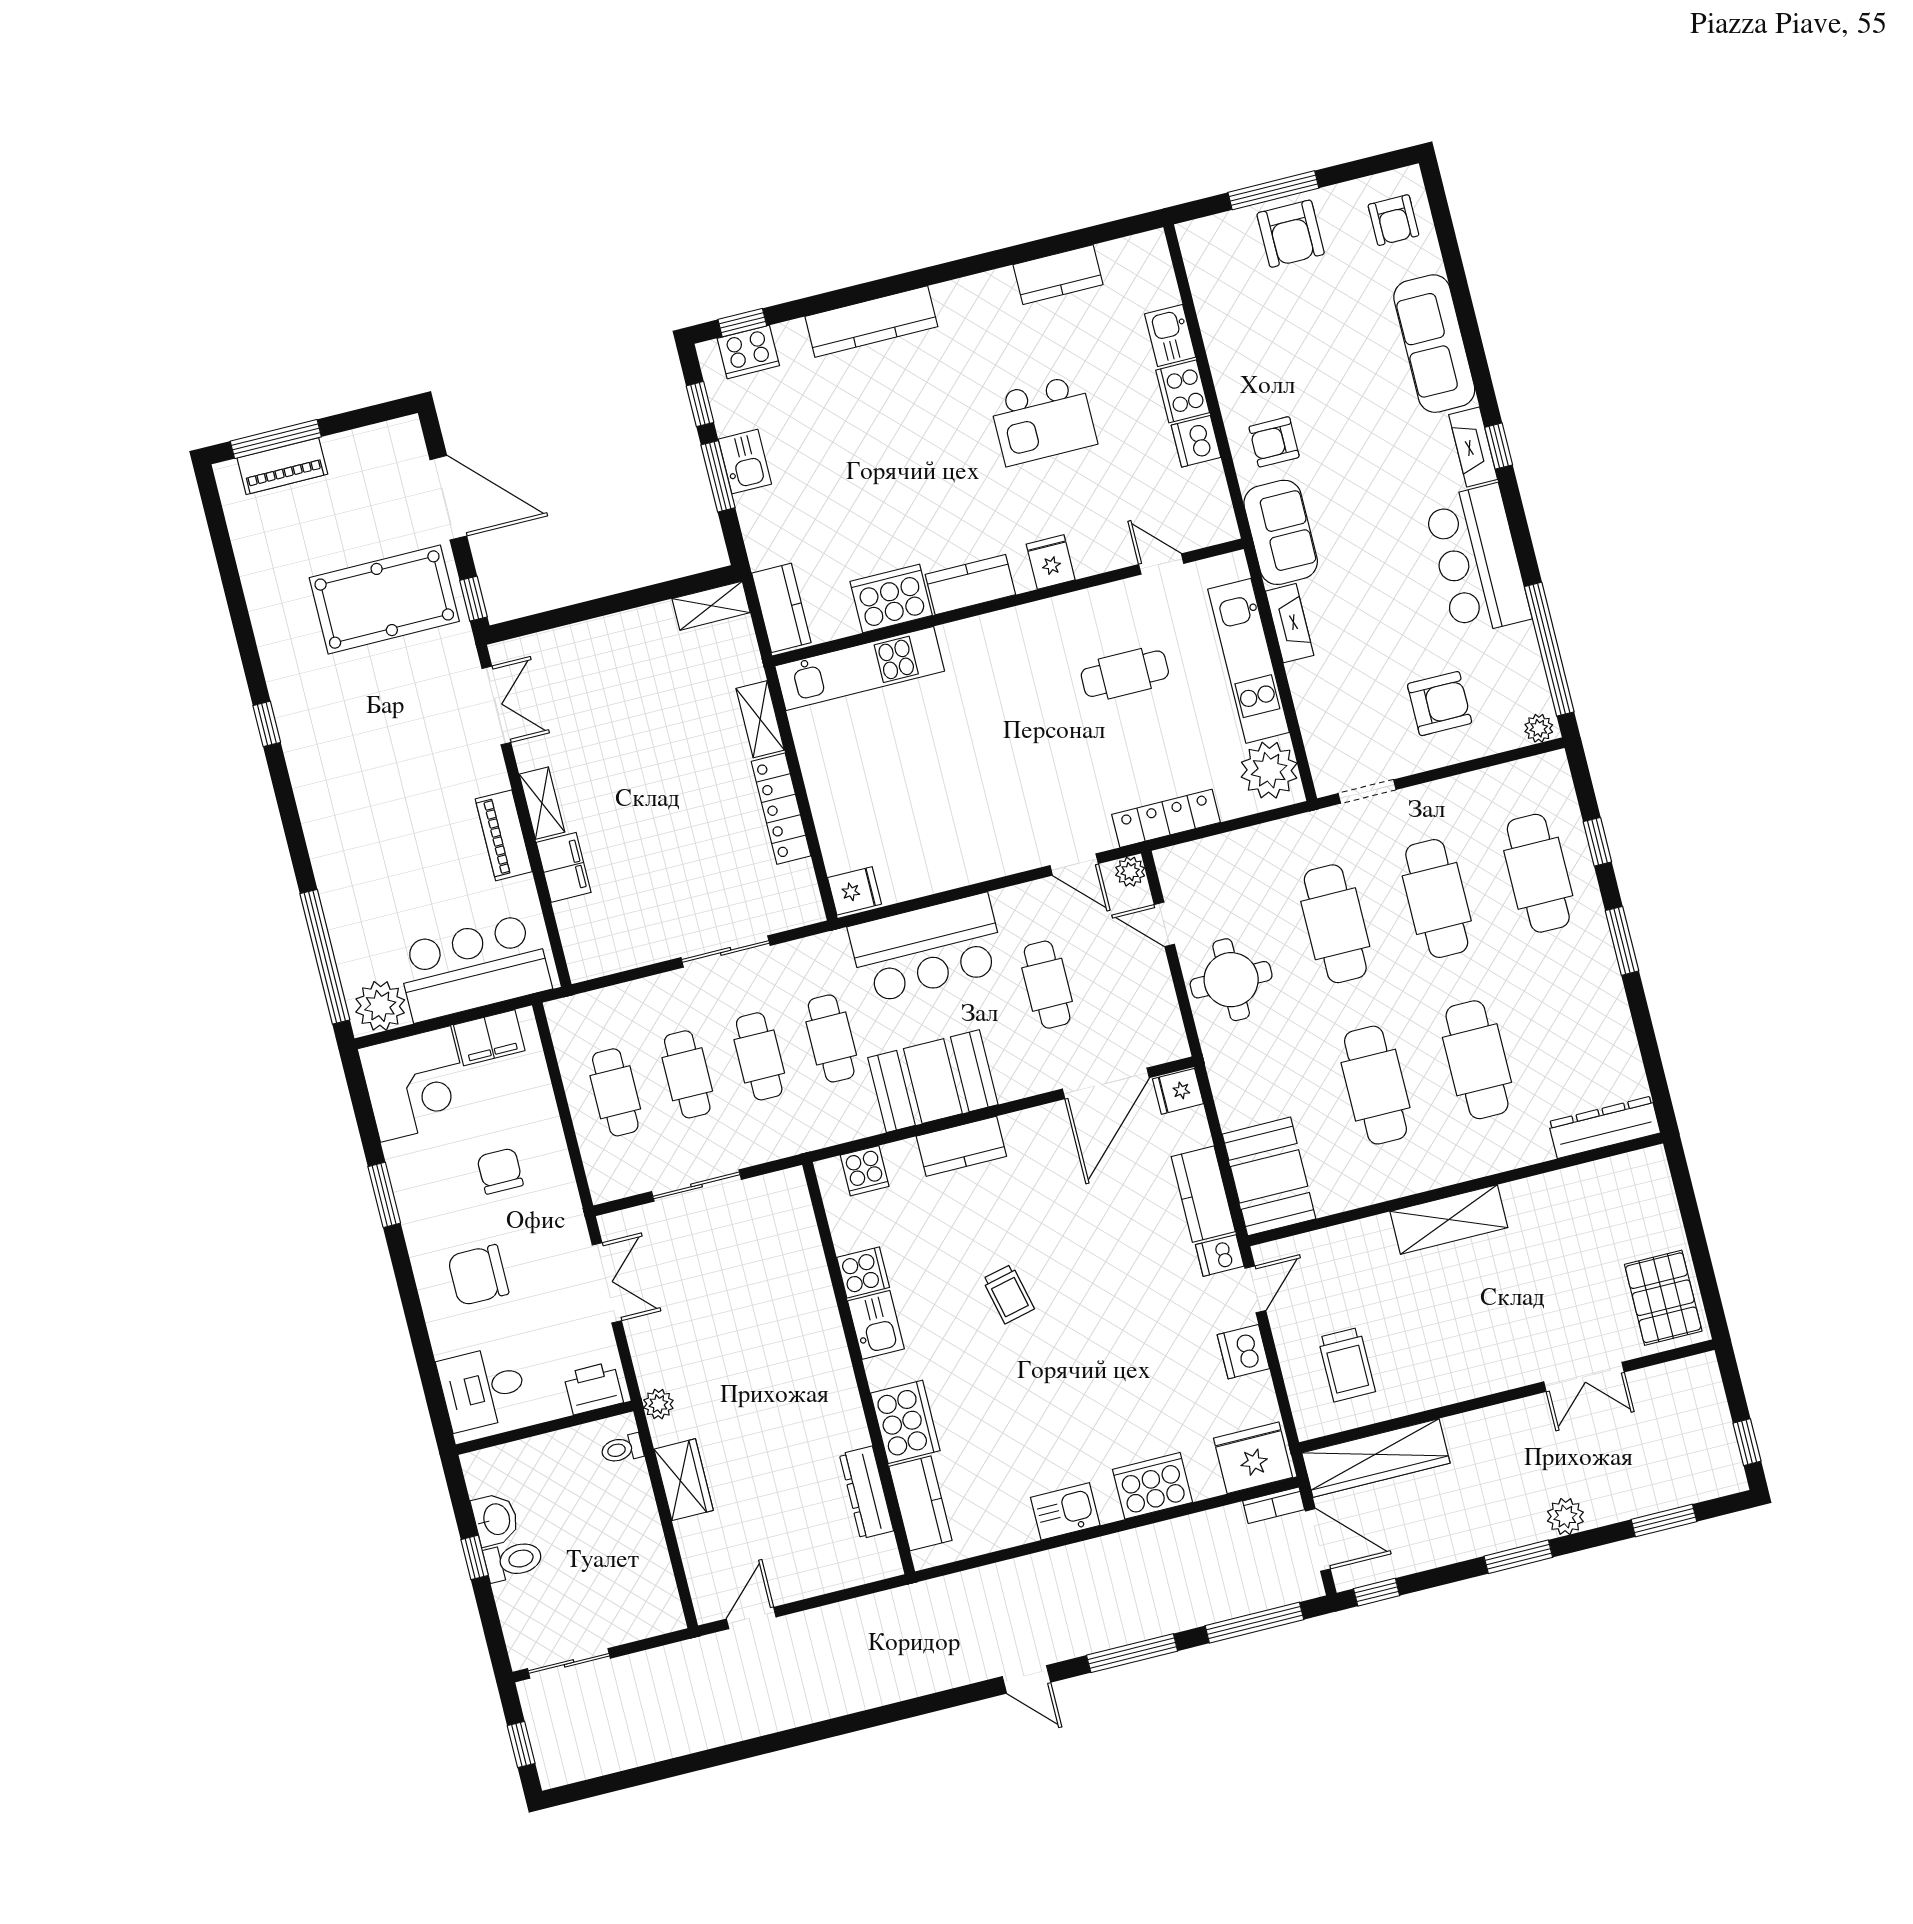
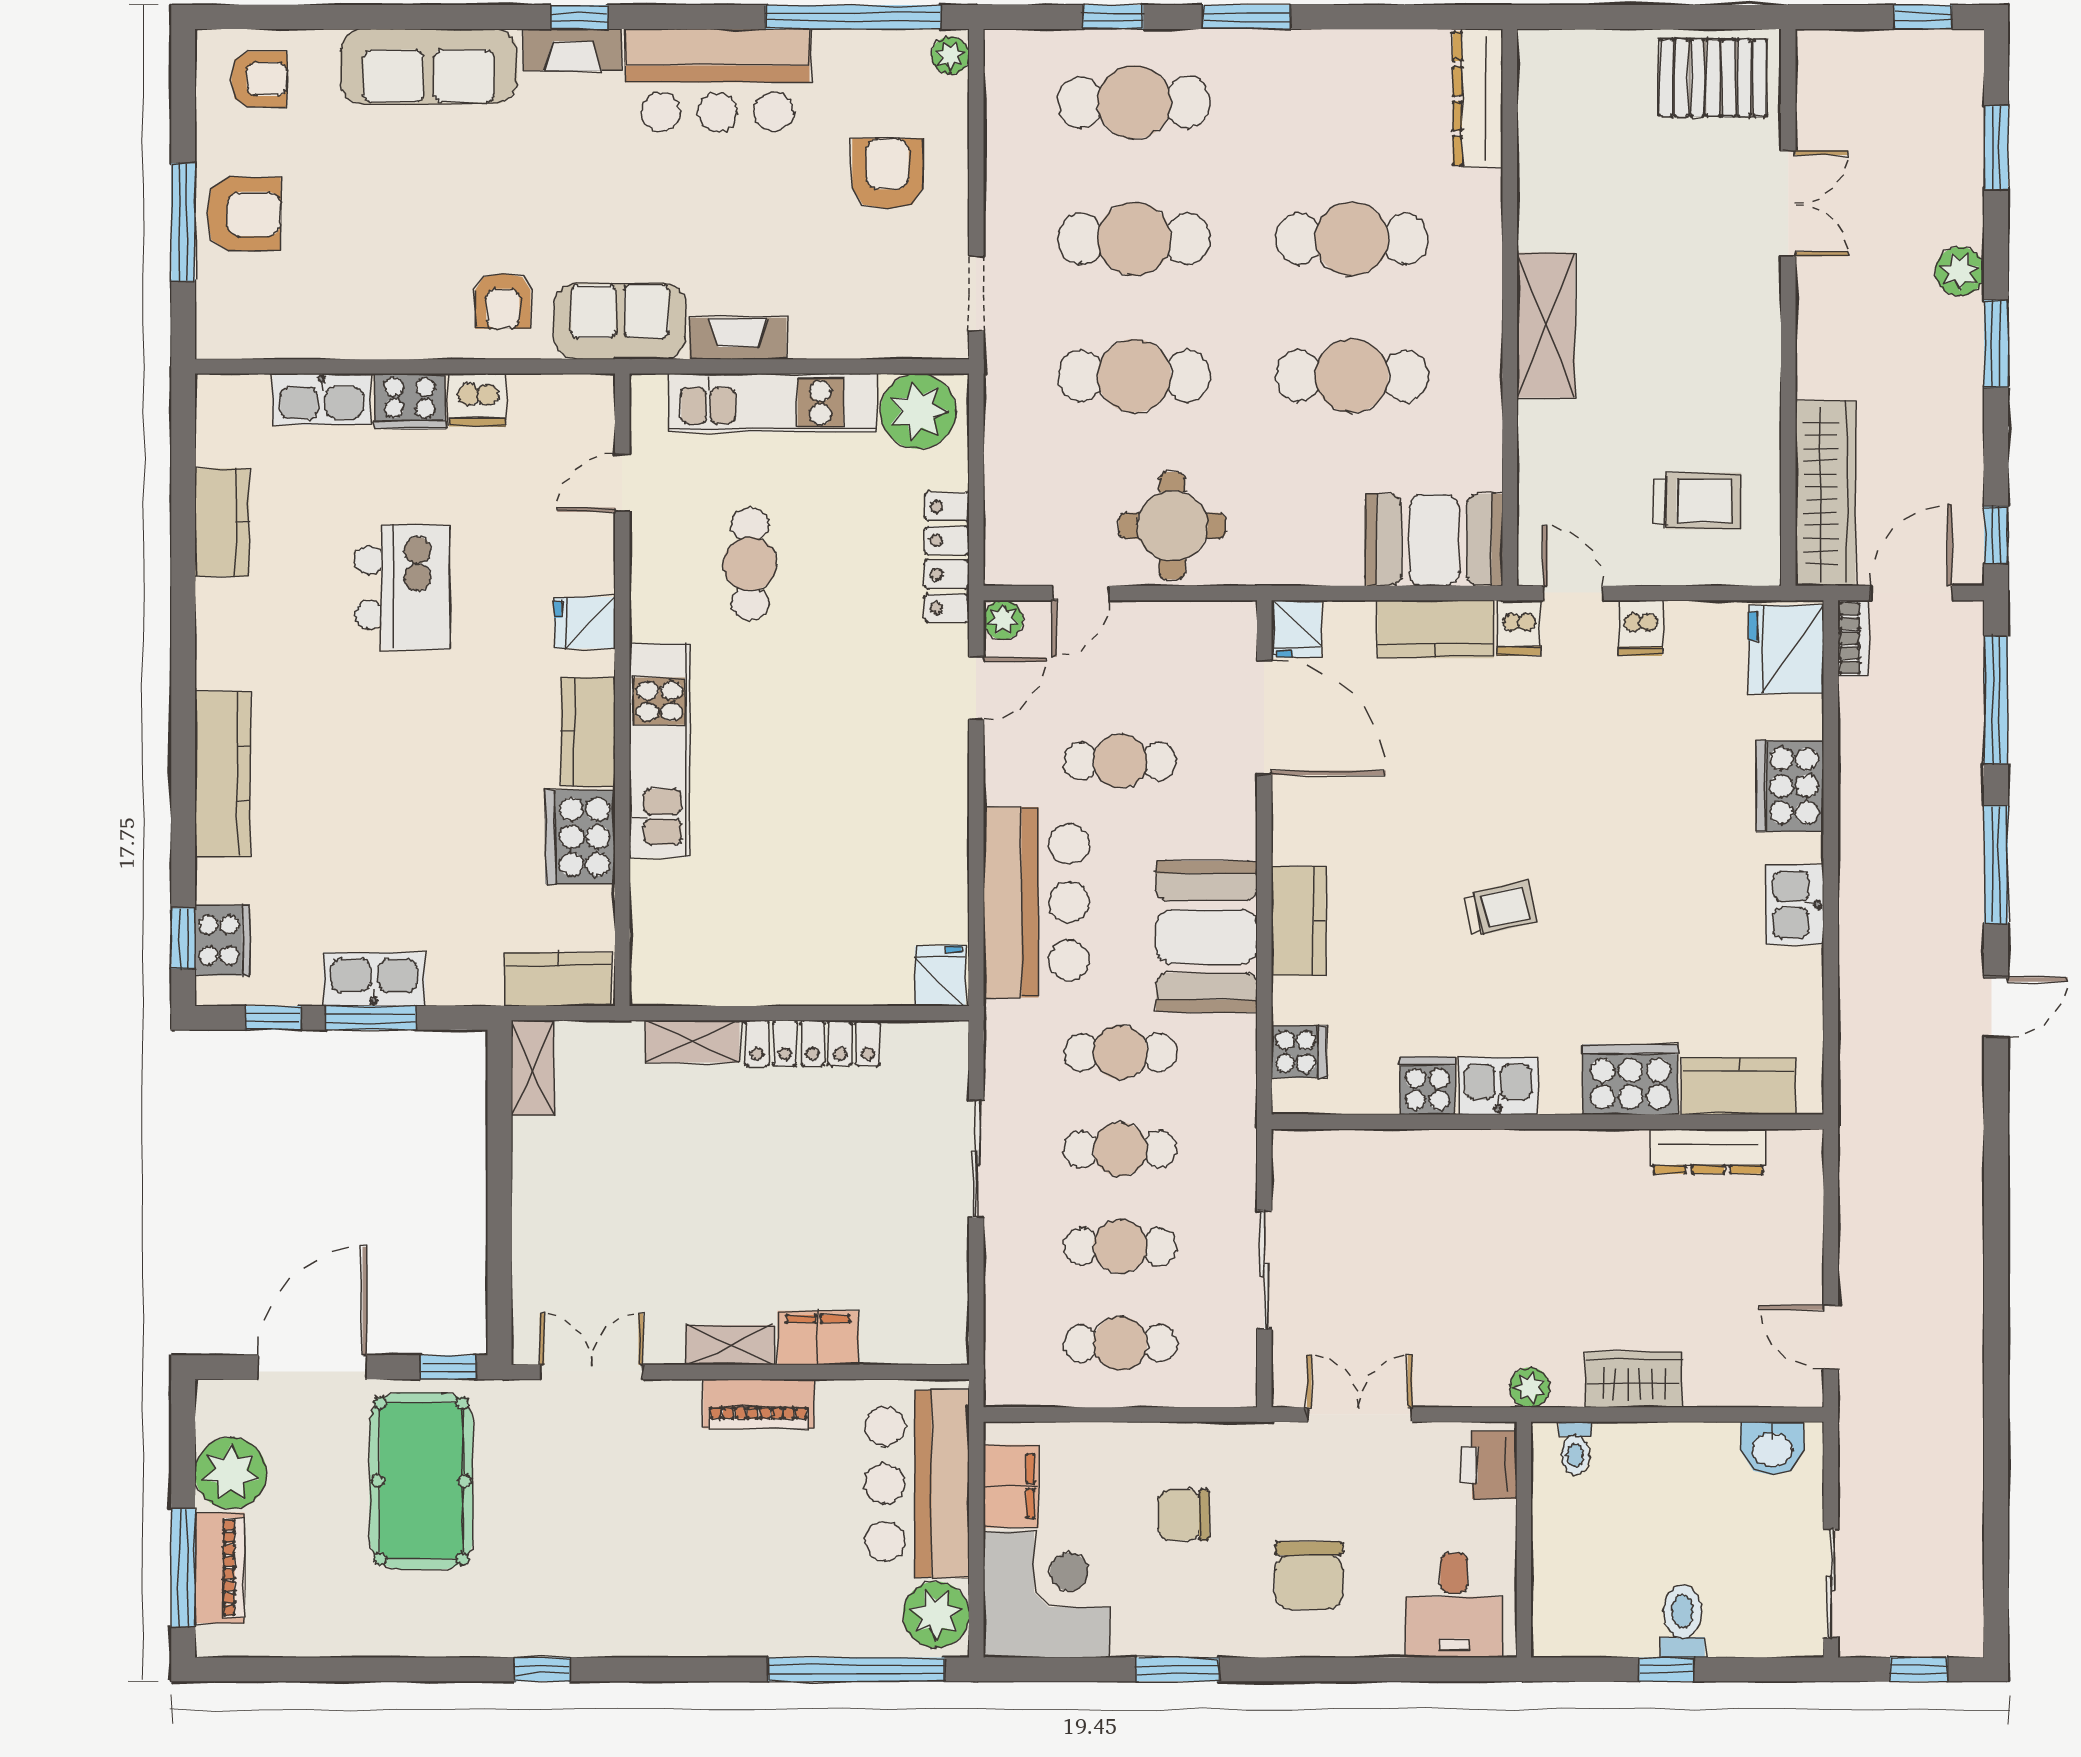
kitchen sink: (1170, 335) -> (322, 399), width x1.38
plant: (355, 457) -> (231, 1473), added
kitchen sink: (745, 462) -> (374, 979), width x1.38
kitchen unit: (860, 669) -> (659, 750), moved
dishwasher: (1243, 1352) -> (1640, 628), width x0.73
washbasin: (496, 1520) -> (1772, 1448), moved, turned 180

